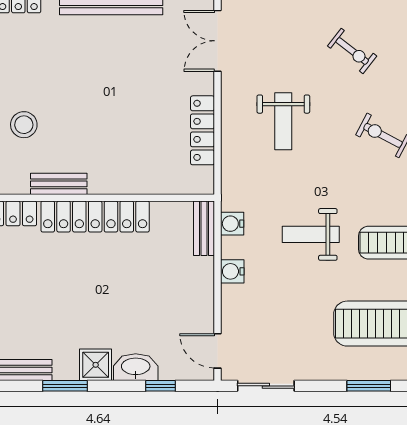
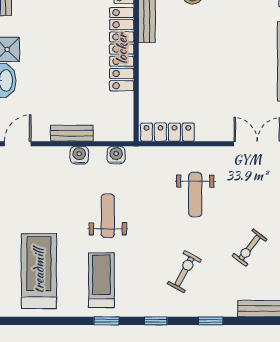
weight bench: (283, 121) -> (195, 195), turned -90
locker: (203, 130) -> (167, 132), moved
bench: (204, 228) -> (72, 133), moved

